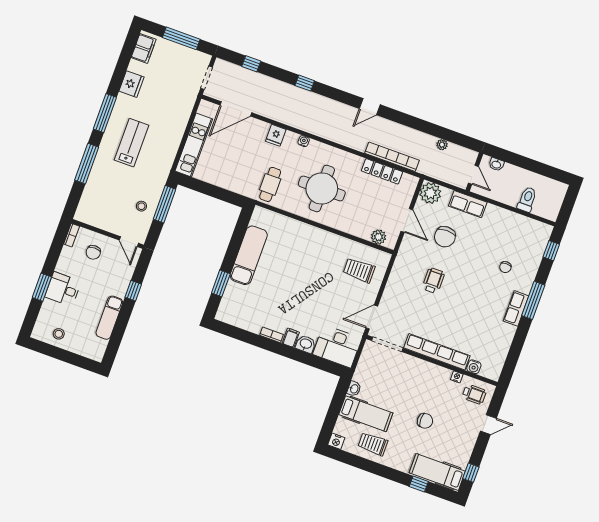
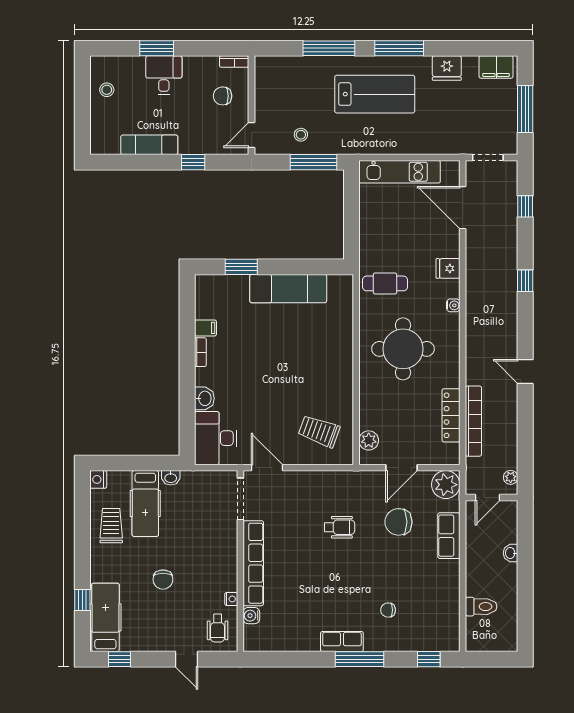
lab bench: (131, 143) -> (375, 94), width x1.36, depth x1.39
wall: (474, 172) -> (492, 498), moved
door: (473, 175) -> (487, 498), moved
trolley: (359, 270) -> (319, 431), turned -70
filing cabinet: (291, 338) -> (205, 328), moved

